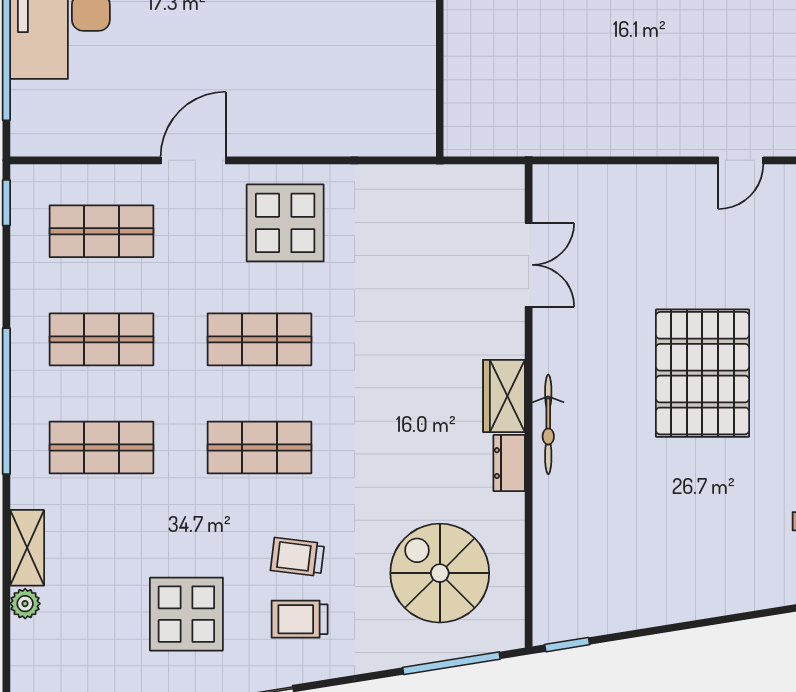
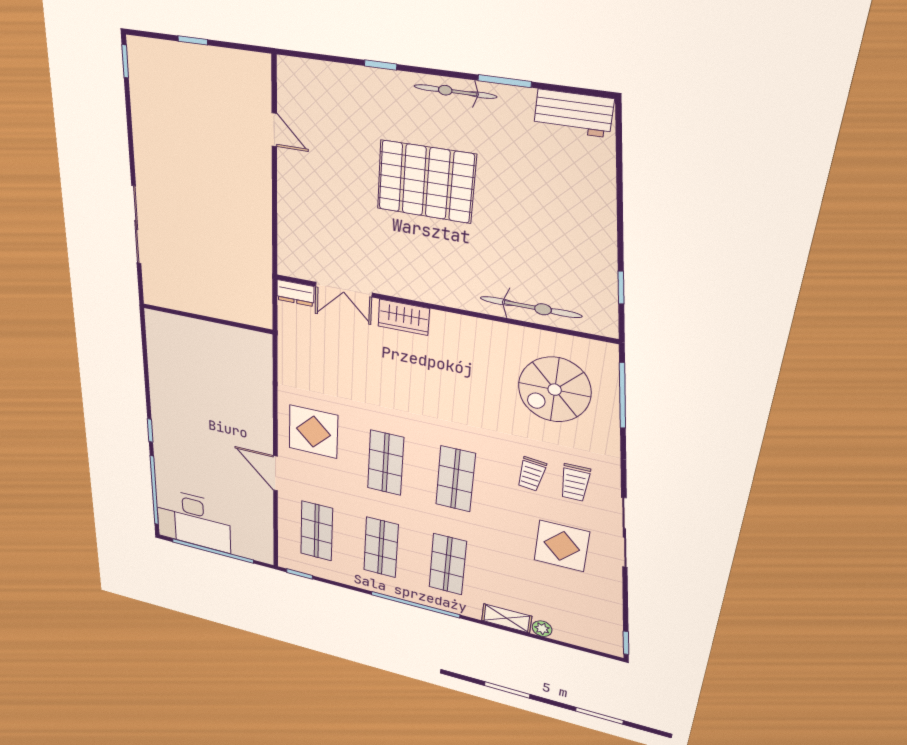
double door: (529, 265) -> (344, 290), swing flipped
wardrobe: (504, 396) -> (404, 317), moved
bicycle: (548, 424) -> (531, 307), moved, width x1.37, depth x1.40
dresser: (509, 463) -> (295, 293), moved
window: (567, 645) -> (621, 288), moved

